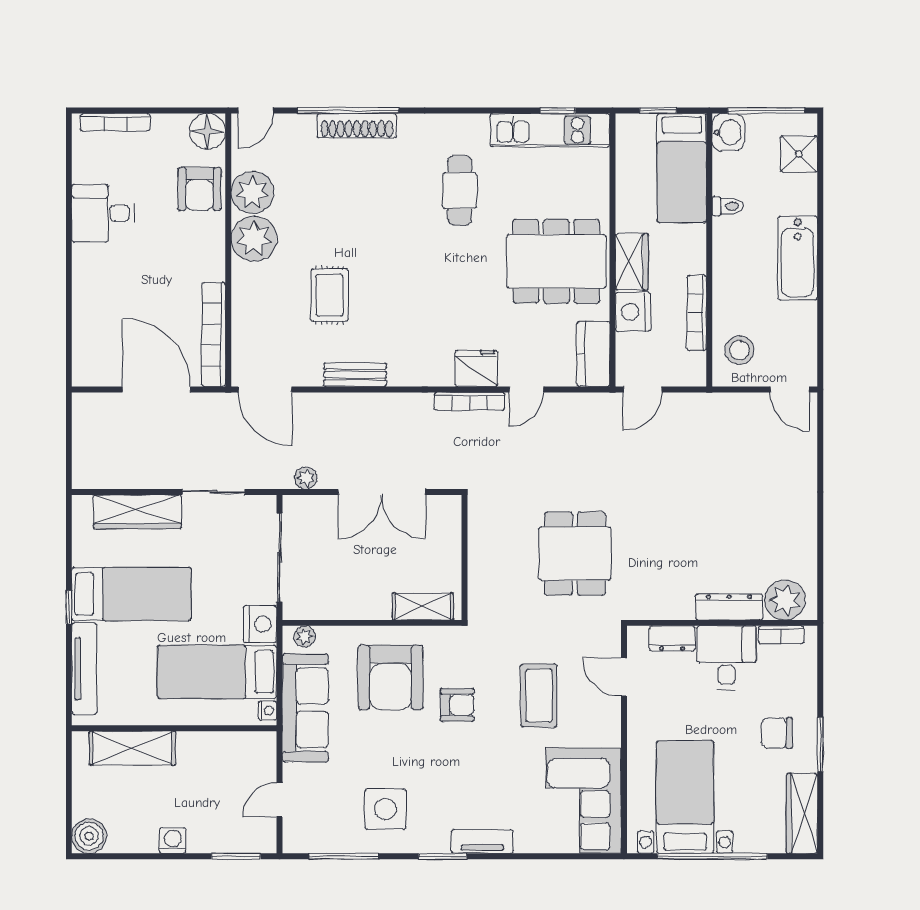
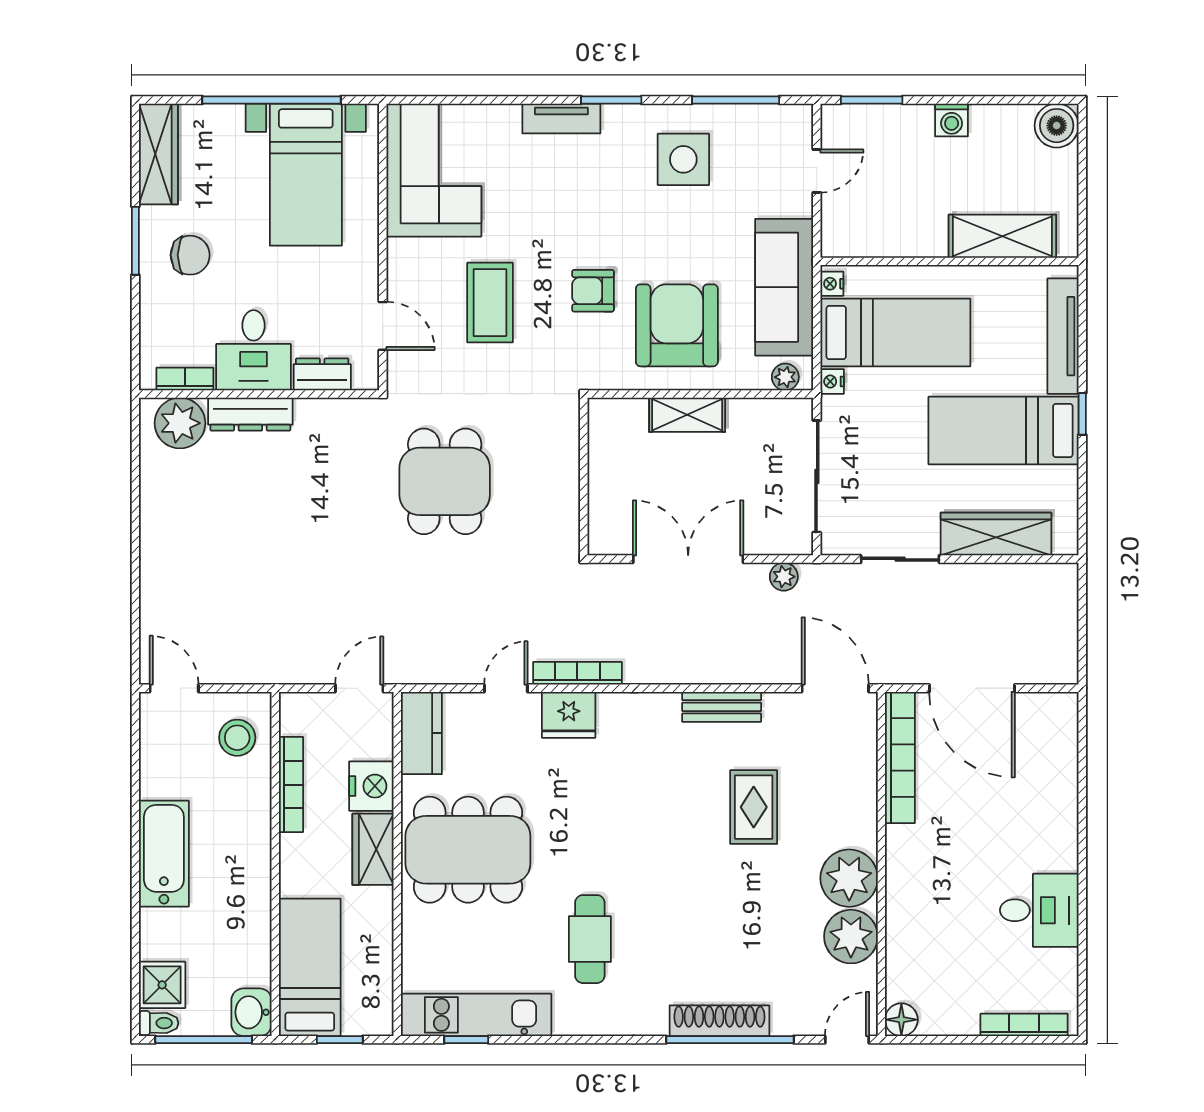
floor lamp: (208, 131) -> (901, 1020), width x0.73, depth x0.73
armchair: (199, 189) -> (918, 941), removed
toilet: (728, 206) -> (159, 1023), moved, turned 180
shelving: (423, 606) -> (687, 415), moved
nightstand: (260, 624) -> (832, 382), width x0.53, depth x0.56

